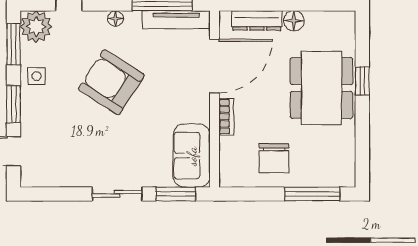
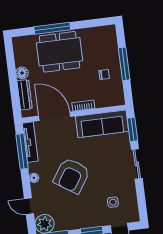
side table: (37, 76) -> (113, 202), moved
window: (362, 81) -> (52, 28), width x2.17
sofa: (192, 156) -> (102, 124), width x1.36
chair: (274, 158) -> (104, 74), width x0.54, depth x0.54
window: (312, 194) -> (124, 64), moved

